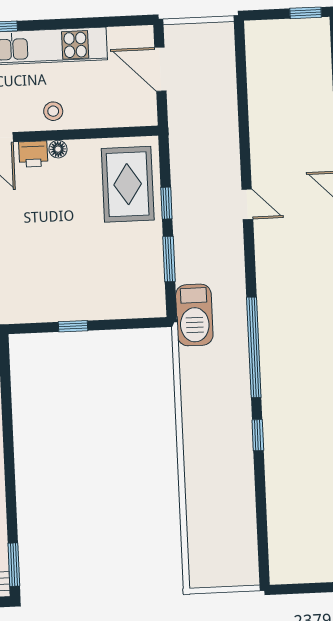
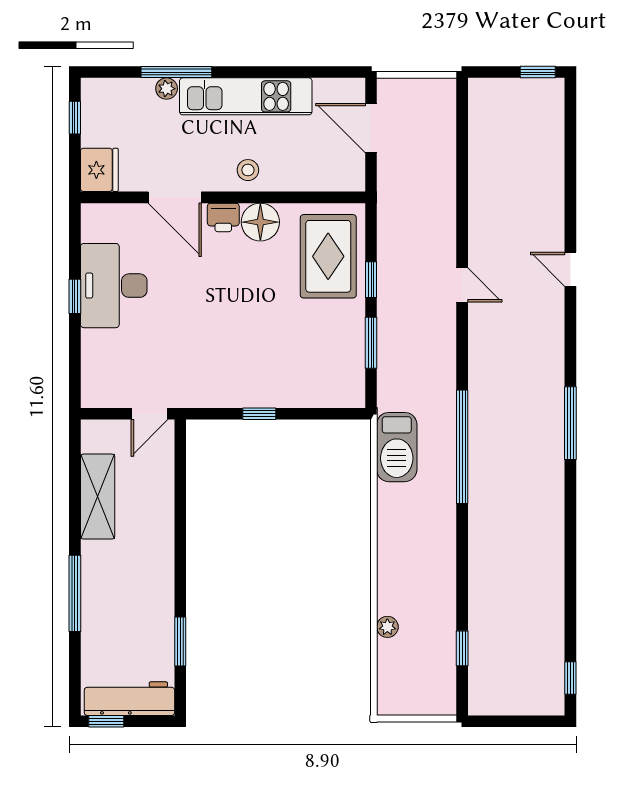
floor lamp: (58, 149) -> (260, 222), width x1.89, depth x1.89
barbecue: (194, 315) -> (397, 447), moved
window: (258, 435) -> (462, 648), moved
plant: (195, 510) -> (387, 627), added
window: (14, 565) -> (180, 642), moved

